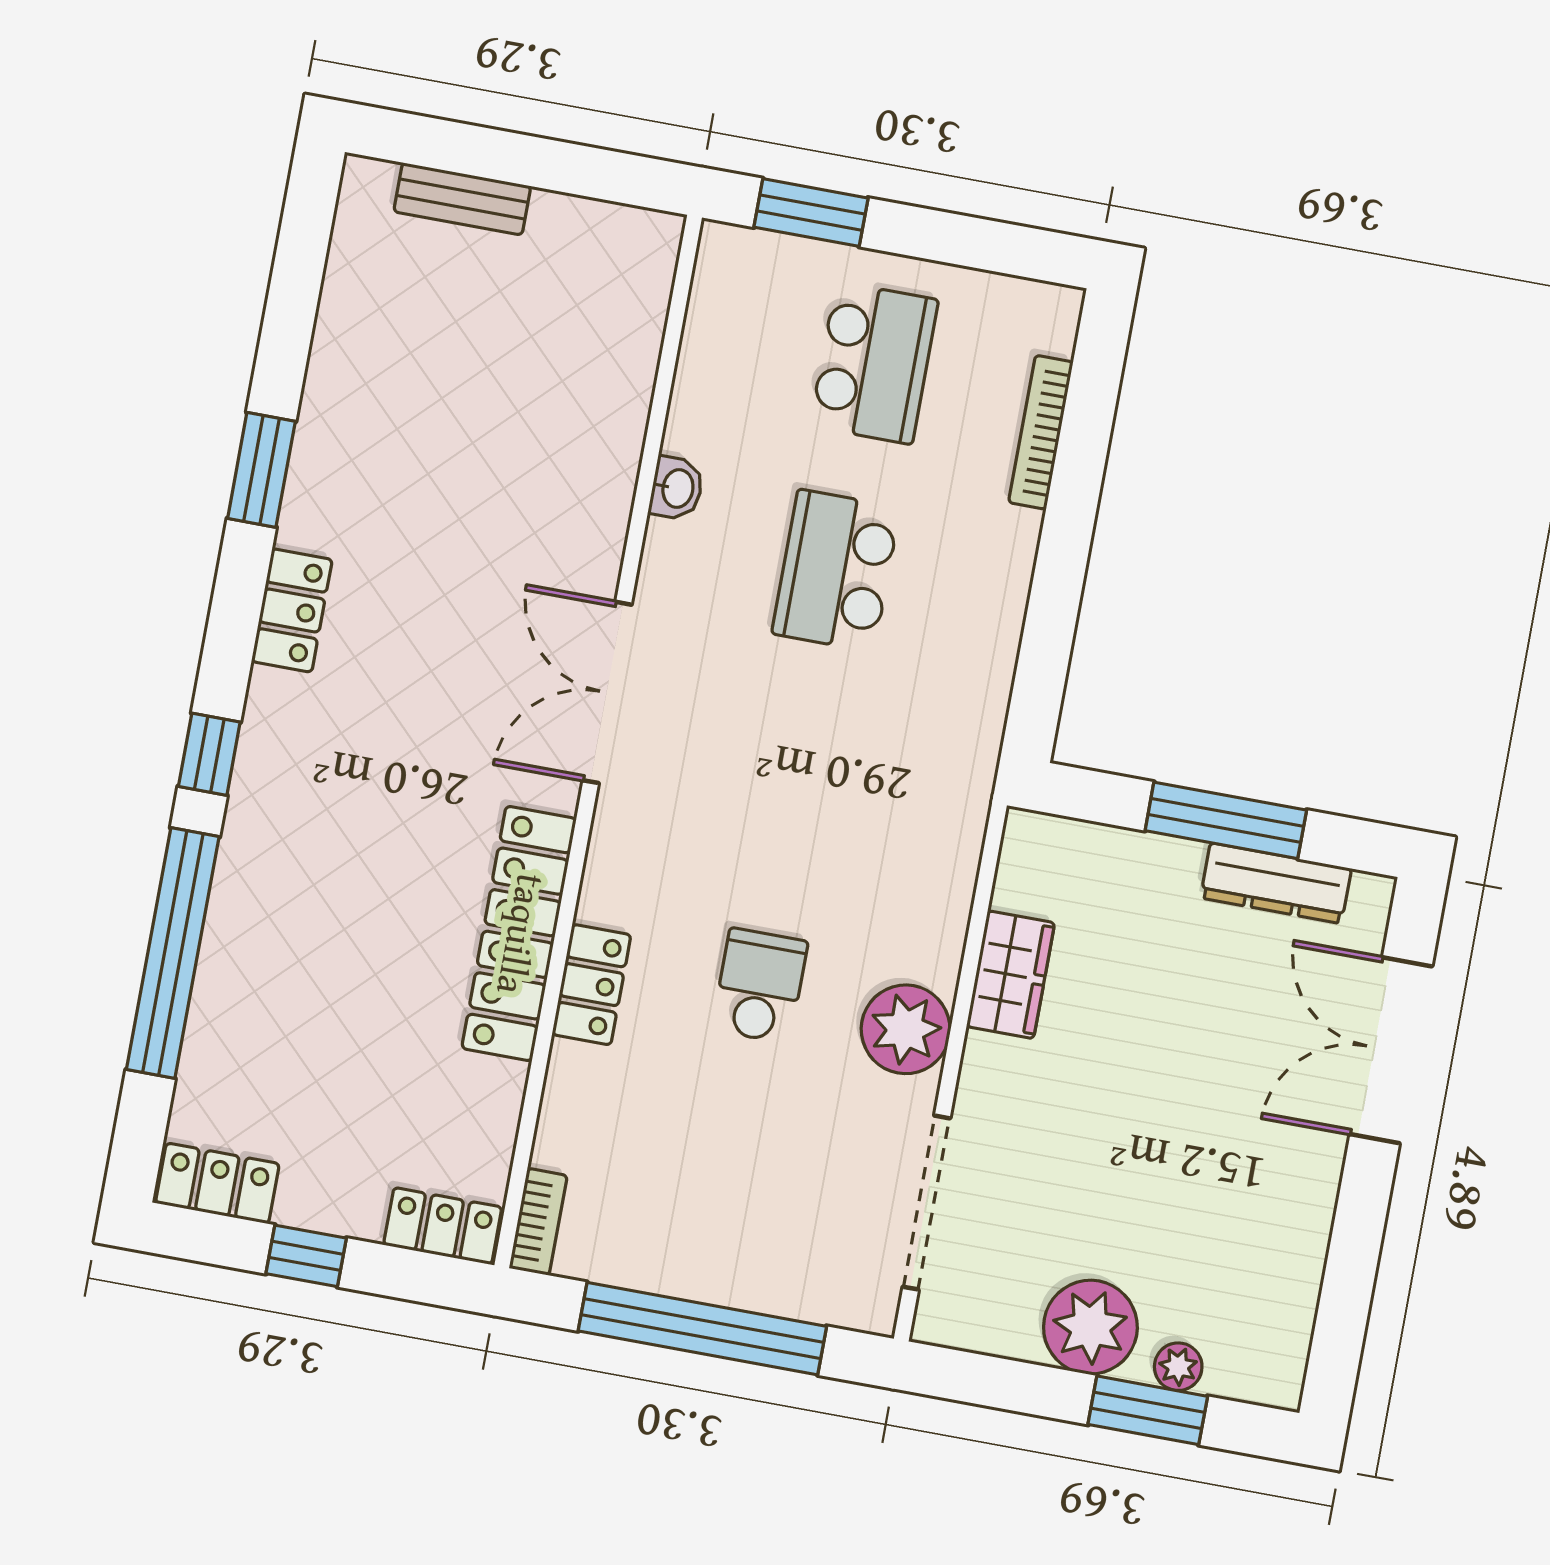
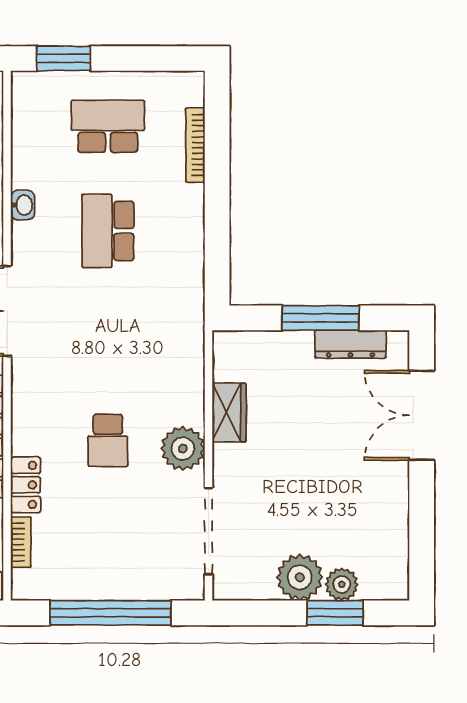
school desk: (874, 363) -> (108, 126), turned -90
locker: (592, 985) -> (26, 485), moved
school desk: (760, 986) -> (108, 440), turned 180
bookcase: (538, 1222) -> (21, 542), moved
plant: (1178, 1367) -> (342, 584), width x1.38, depth x1.38

